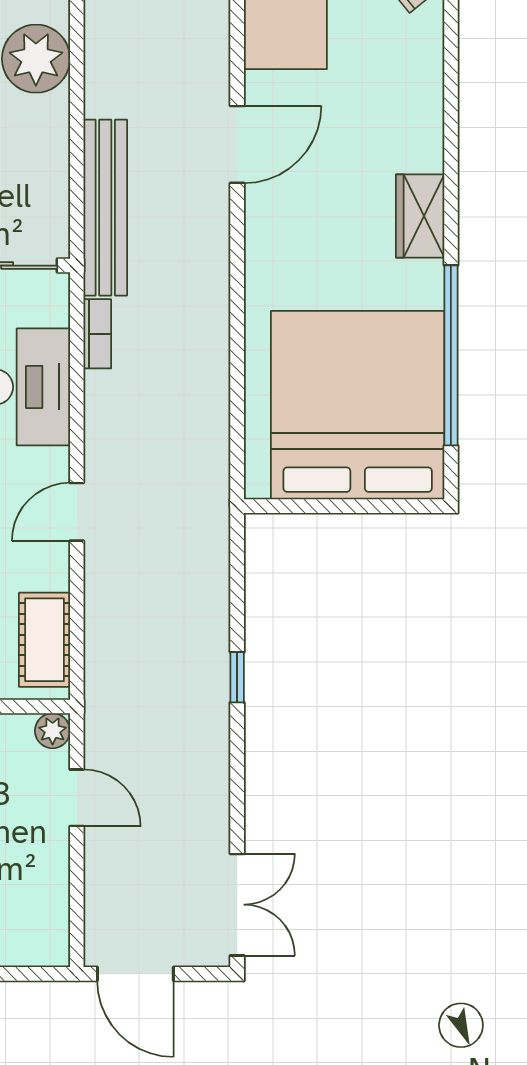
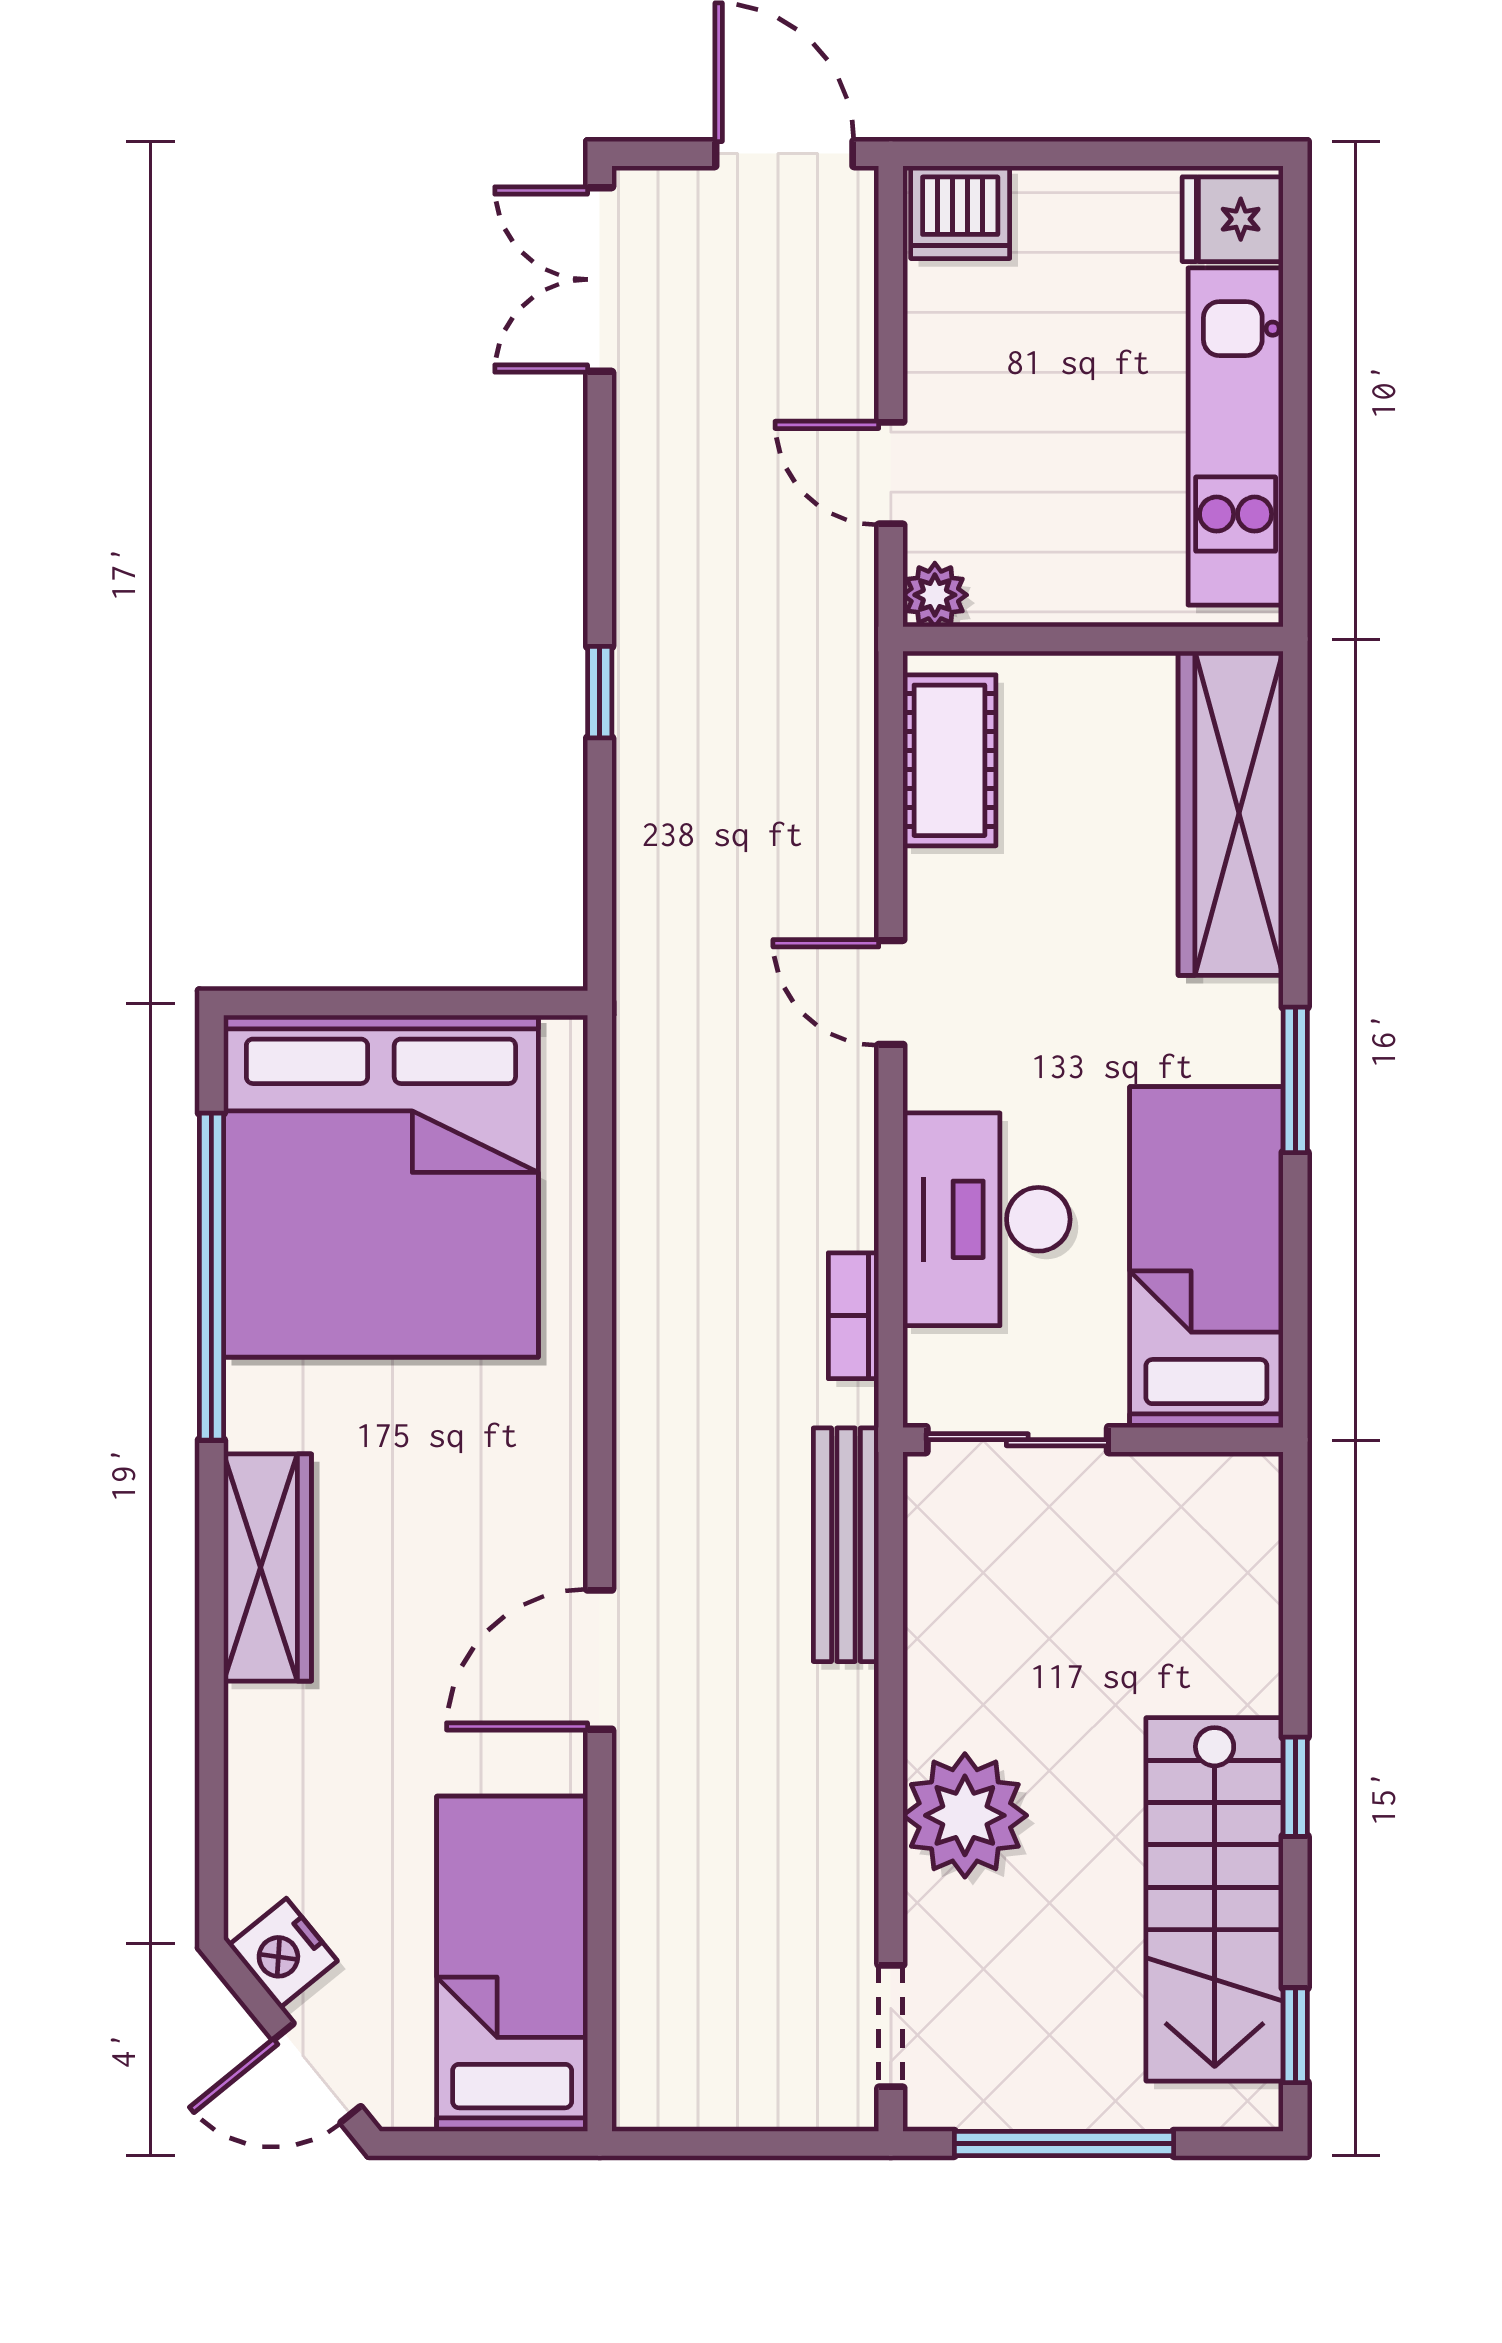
bench: (105, 208) -> (846, 1545), width x0.73, depth x0.82
wardrobe: (420, 216) -> (267, 1567), width x1.50
door: (77, 512) -> (891, 992), swing flipped
dishwasher: (39, 942) -> (960, 212), added

